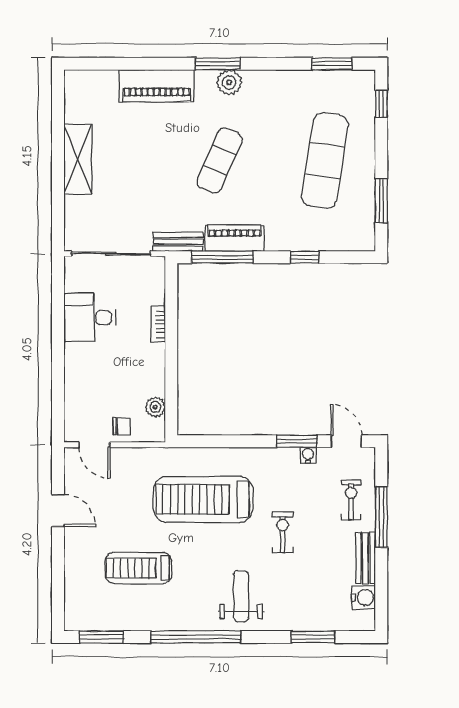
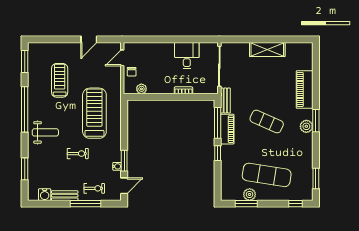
plant: (363, 194) -> (250, 194), added
window: (305, 257) -> (218, 153), moved

